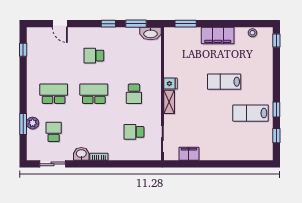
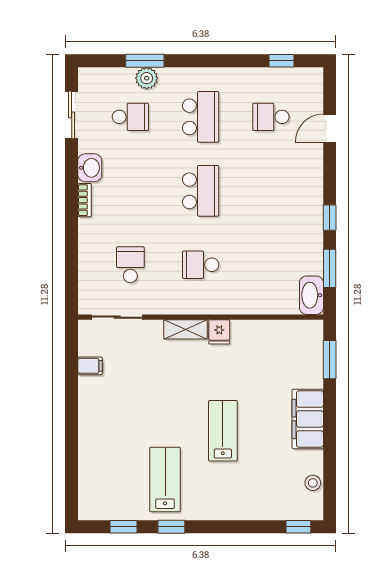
school desk: (94, 56) -> (271, 117), moved, turned -90
filing cabinet: (189, 154) -> (90, 366), width x0.50

